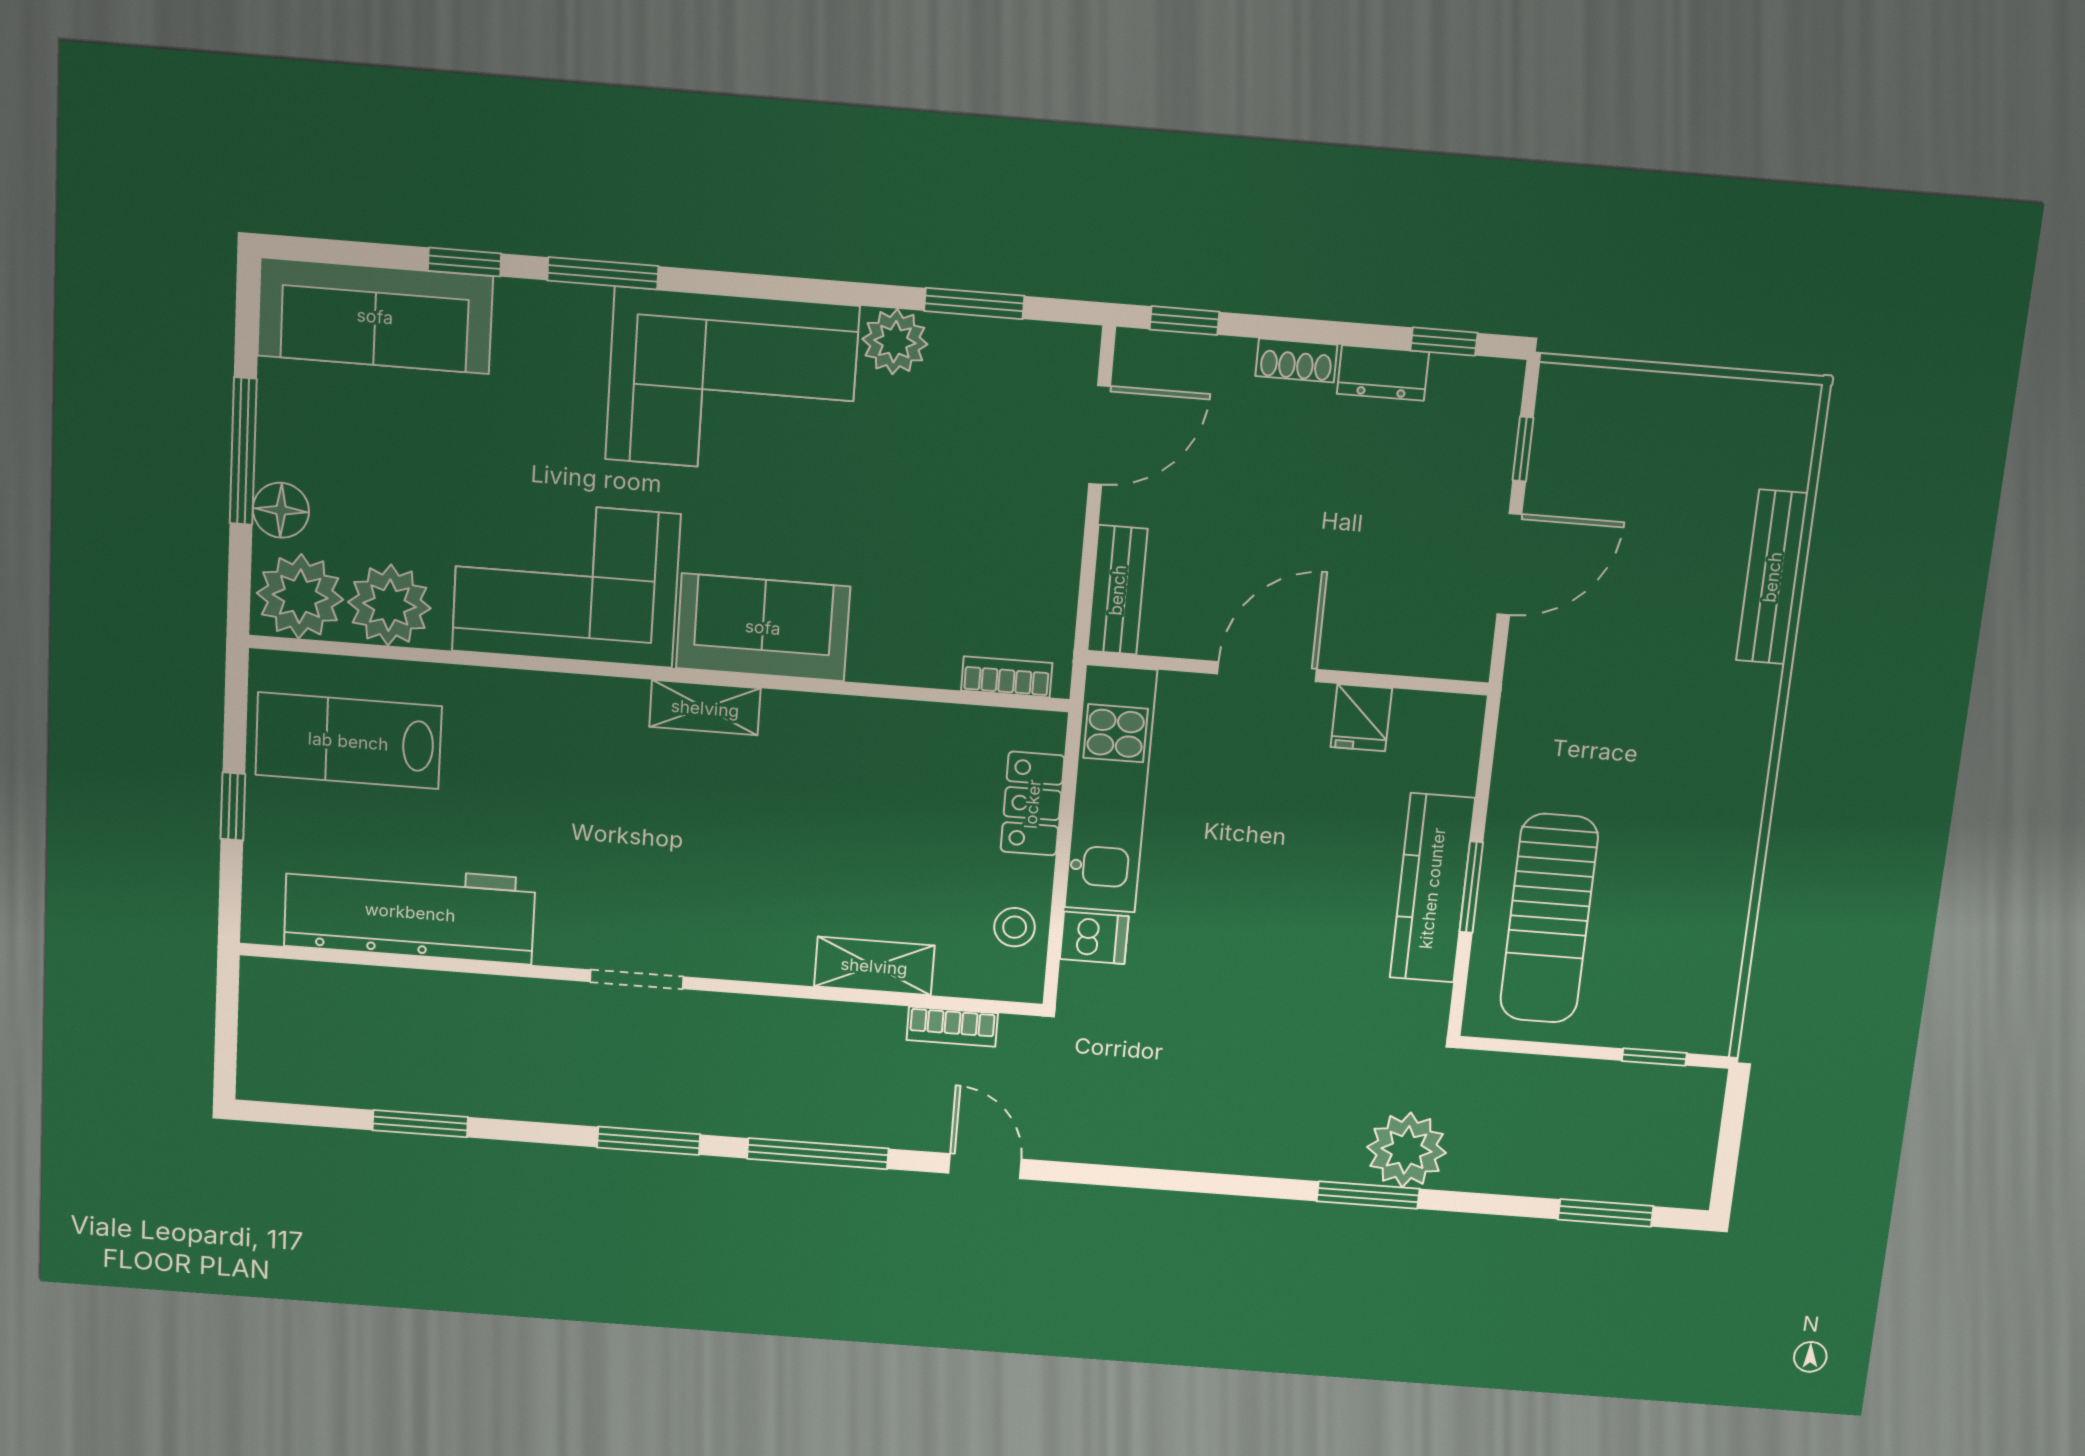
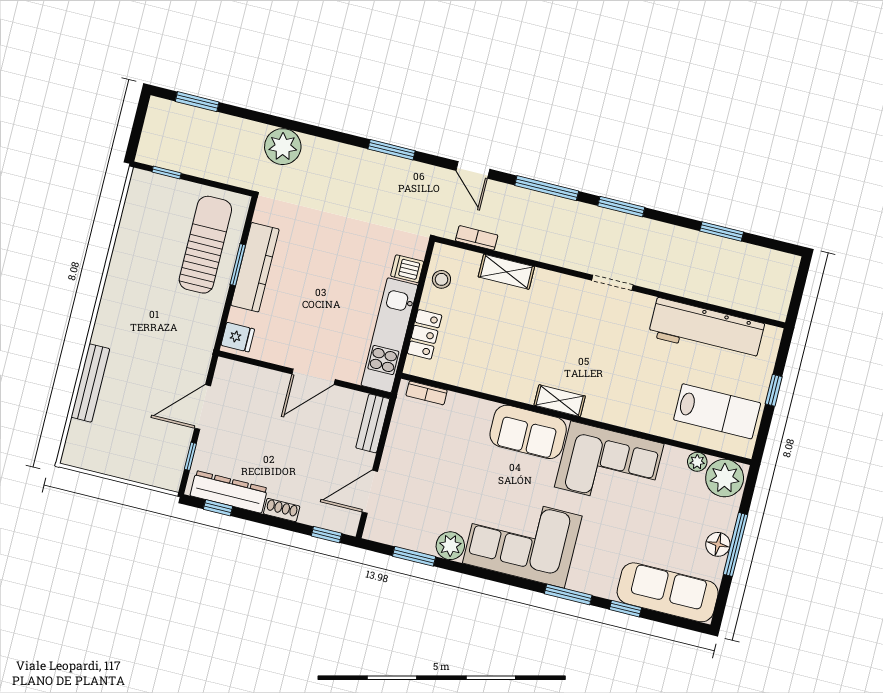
dresser: (1383, 373) -> (229, 492), width x1.96, depth x1.24
floor lamp: (281, 510) -> (718, 544), moved
plant: (389, 605) -> (697, 462), width x0.53, depth x0.53
fridge: (1361, 718) -> (238, 337), moved, turned 90
window: (1368, 1195) -> (392, 150), moved

